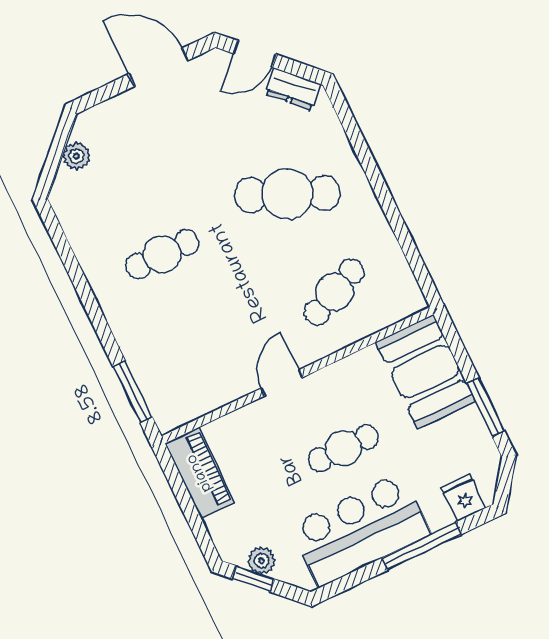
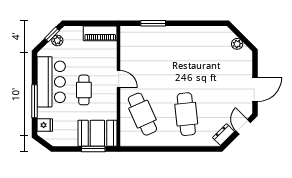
cafe table: (287, 194) -> (186, 114), turned -30
cafe table: (162, 254) -> (186, 58), removed
cafe table: (334, 292) -> (142, 114), width x1.37, depth x1.35
window: (133, 392) -> (153, 23), moved
window: (486, 407) -> (93, 149), moved

